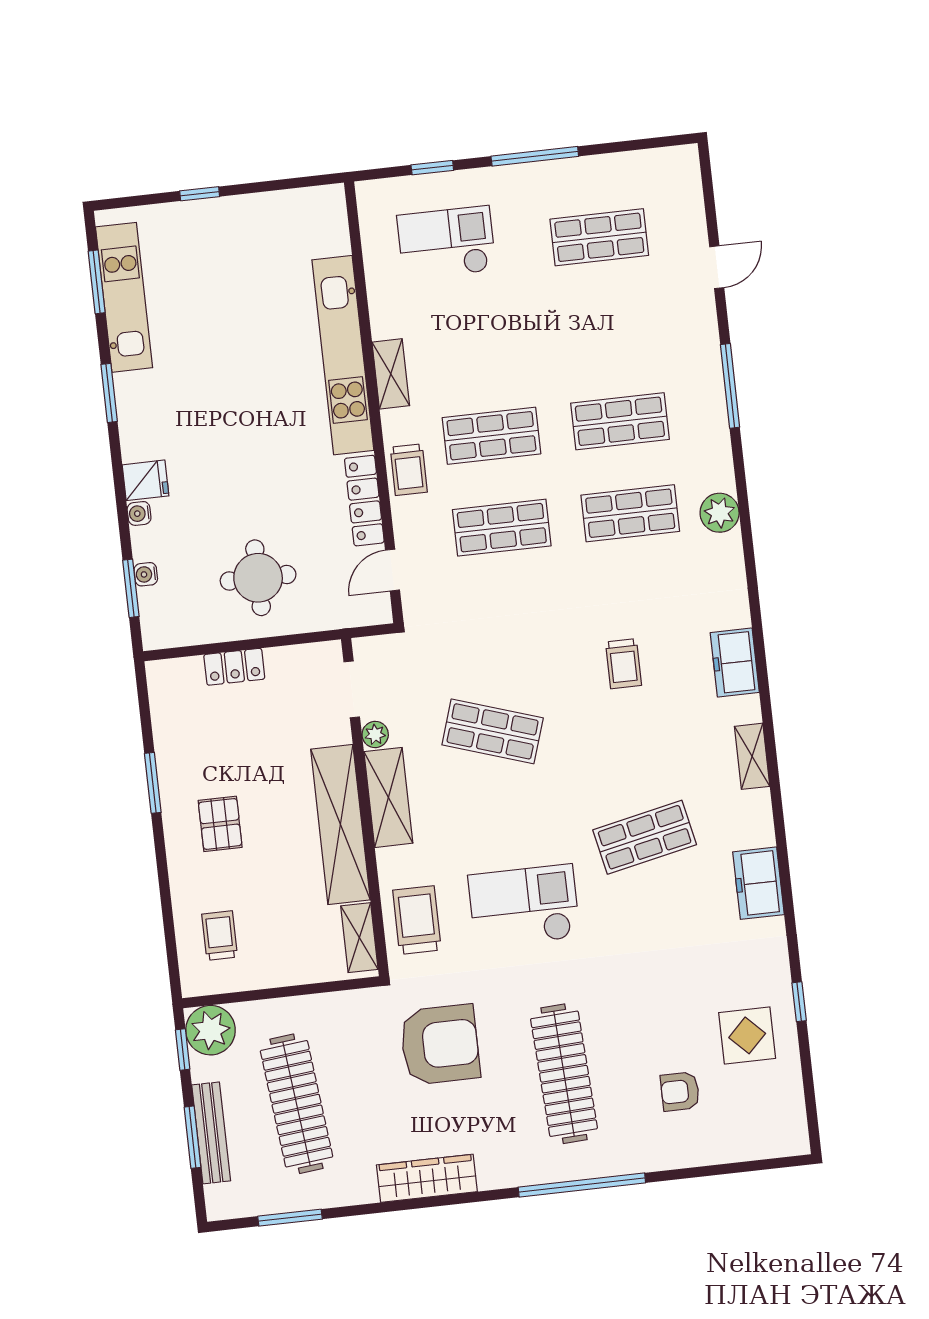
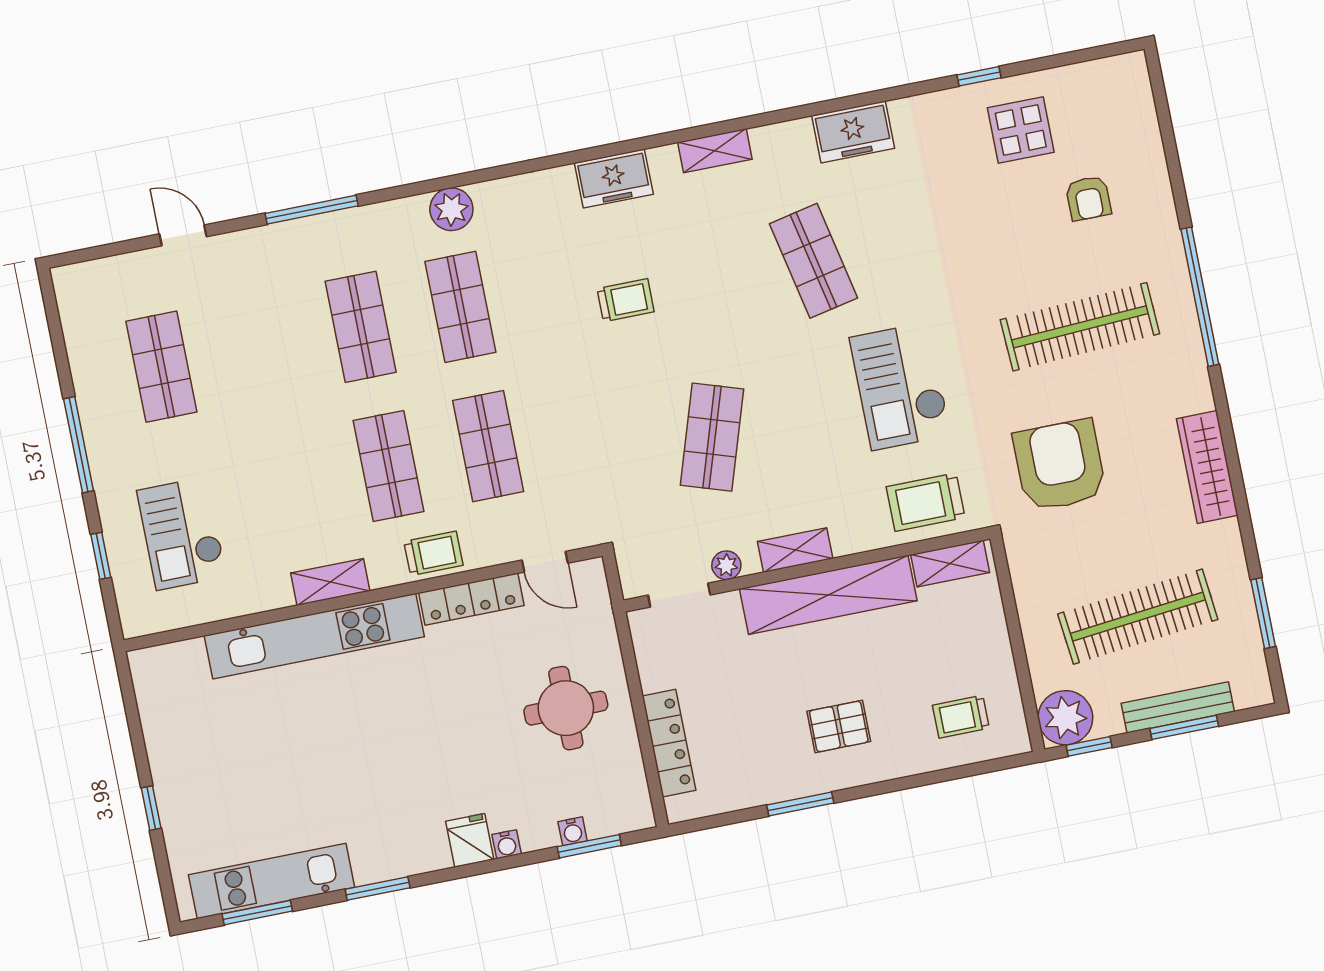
locker: (234, 667) -> (669, 743), width x1.53
shelving: (388, 797) -> (795, 550), width x0.67, depth x0.75

